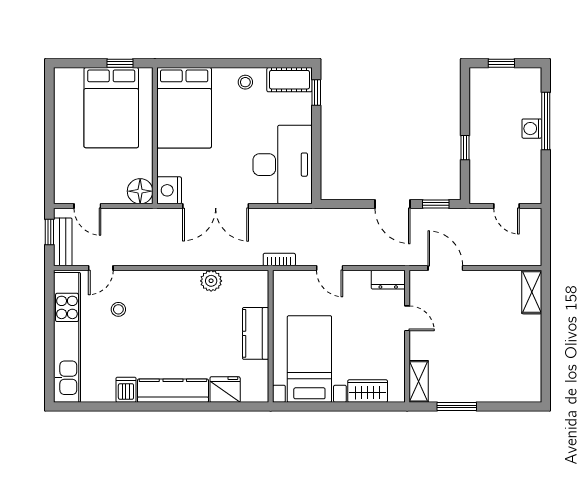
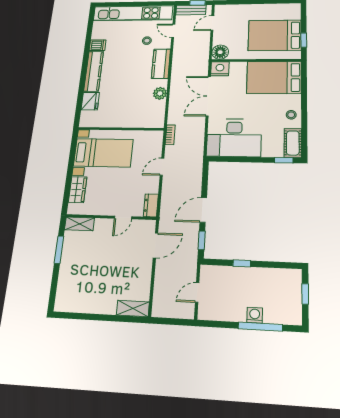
kitchen counter: (256, 333) -> (161, 64), moved, turned -90

